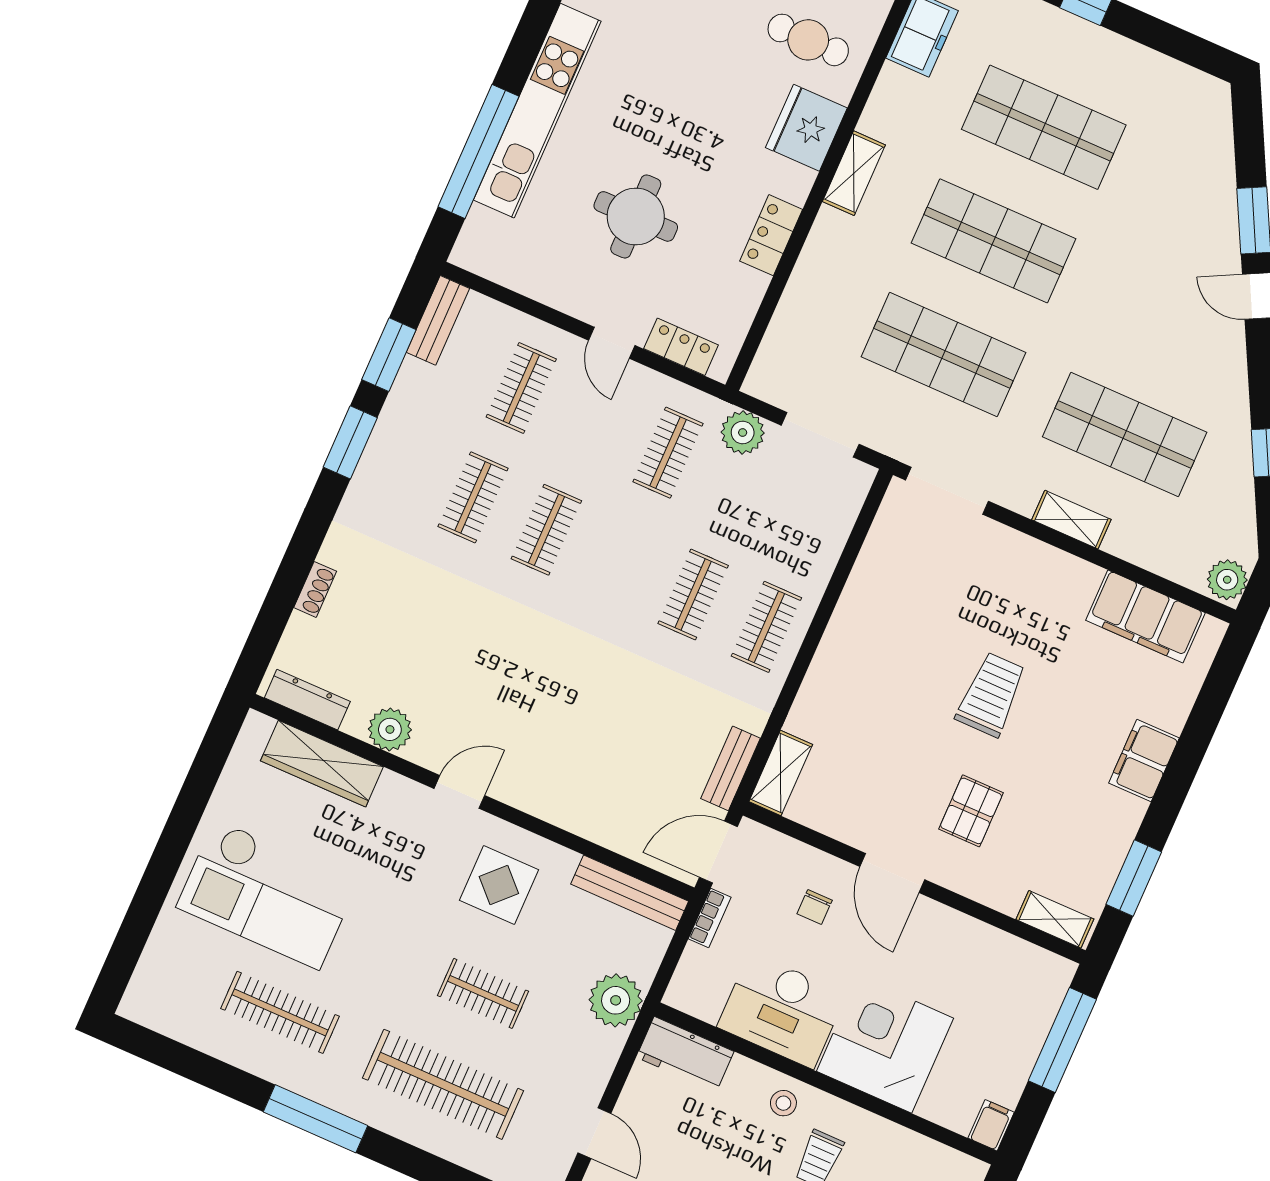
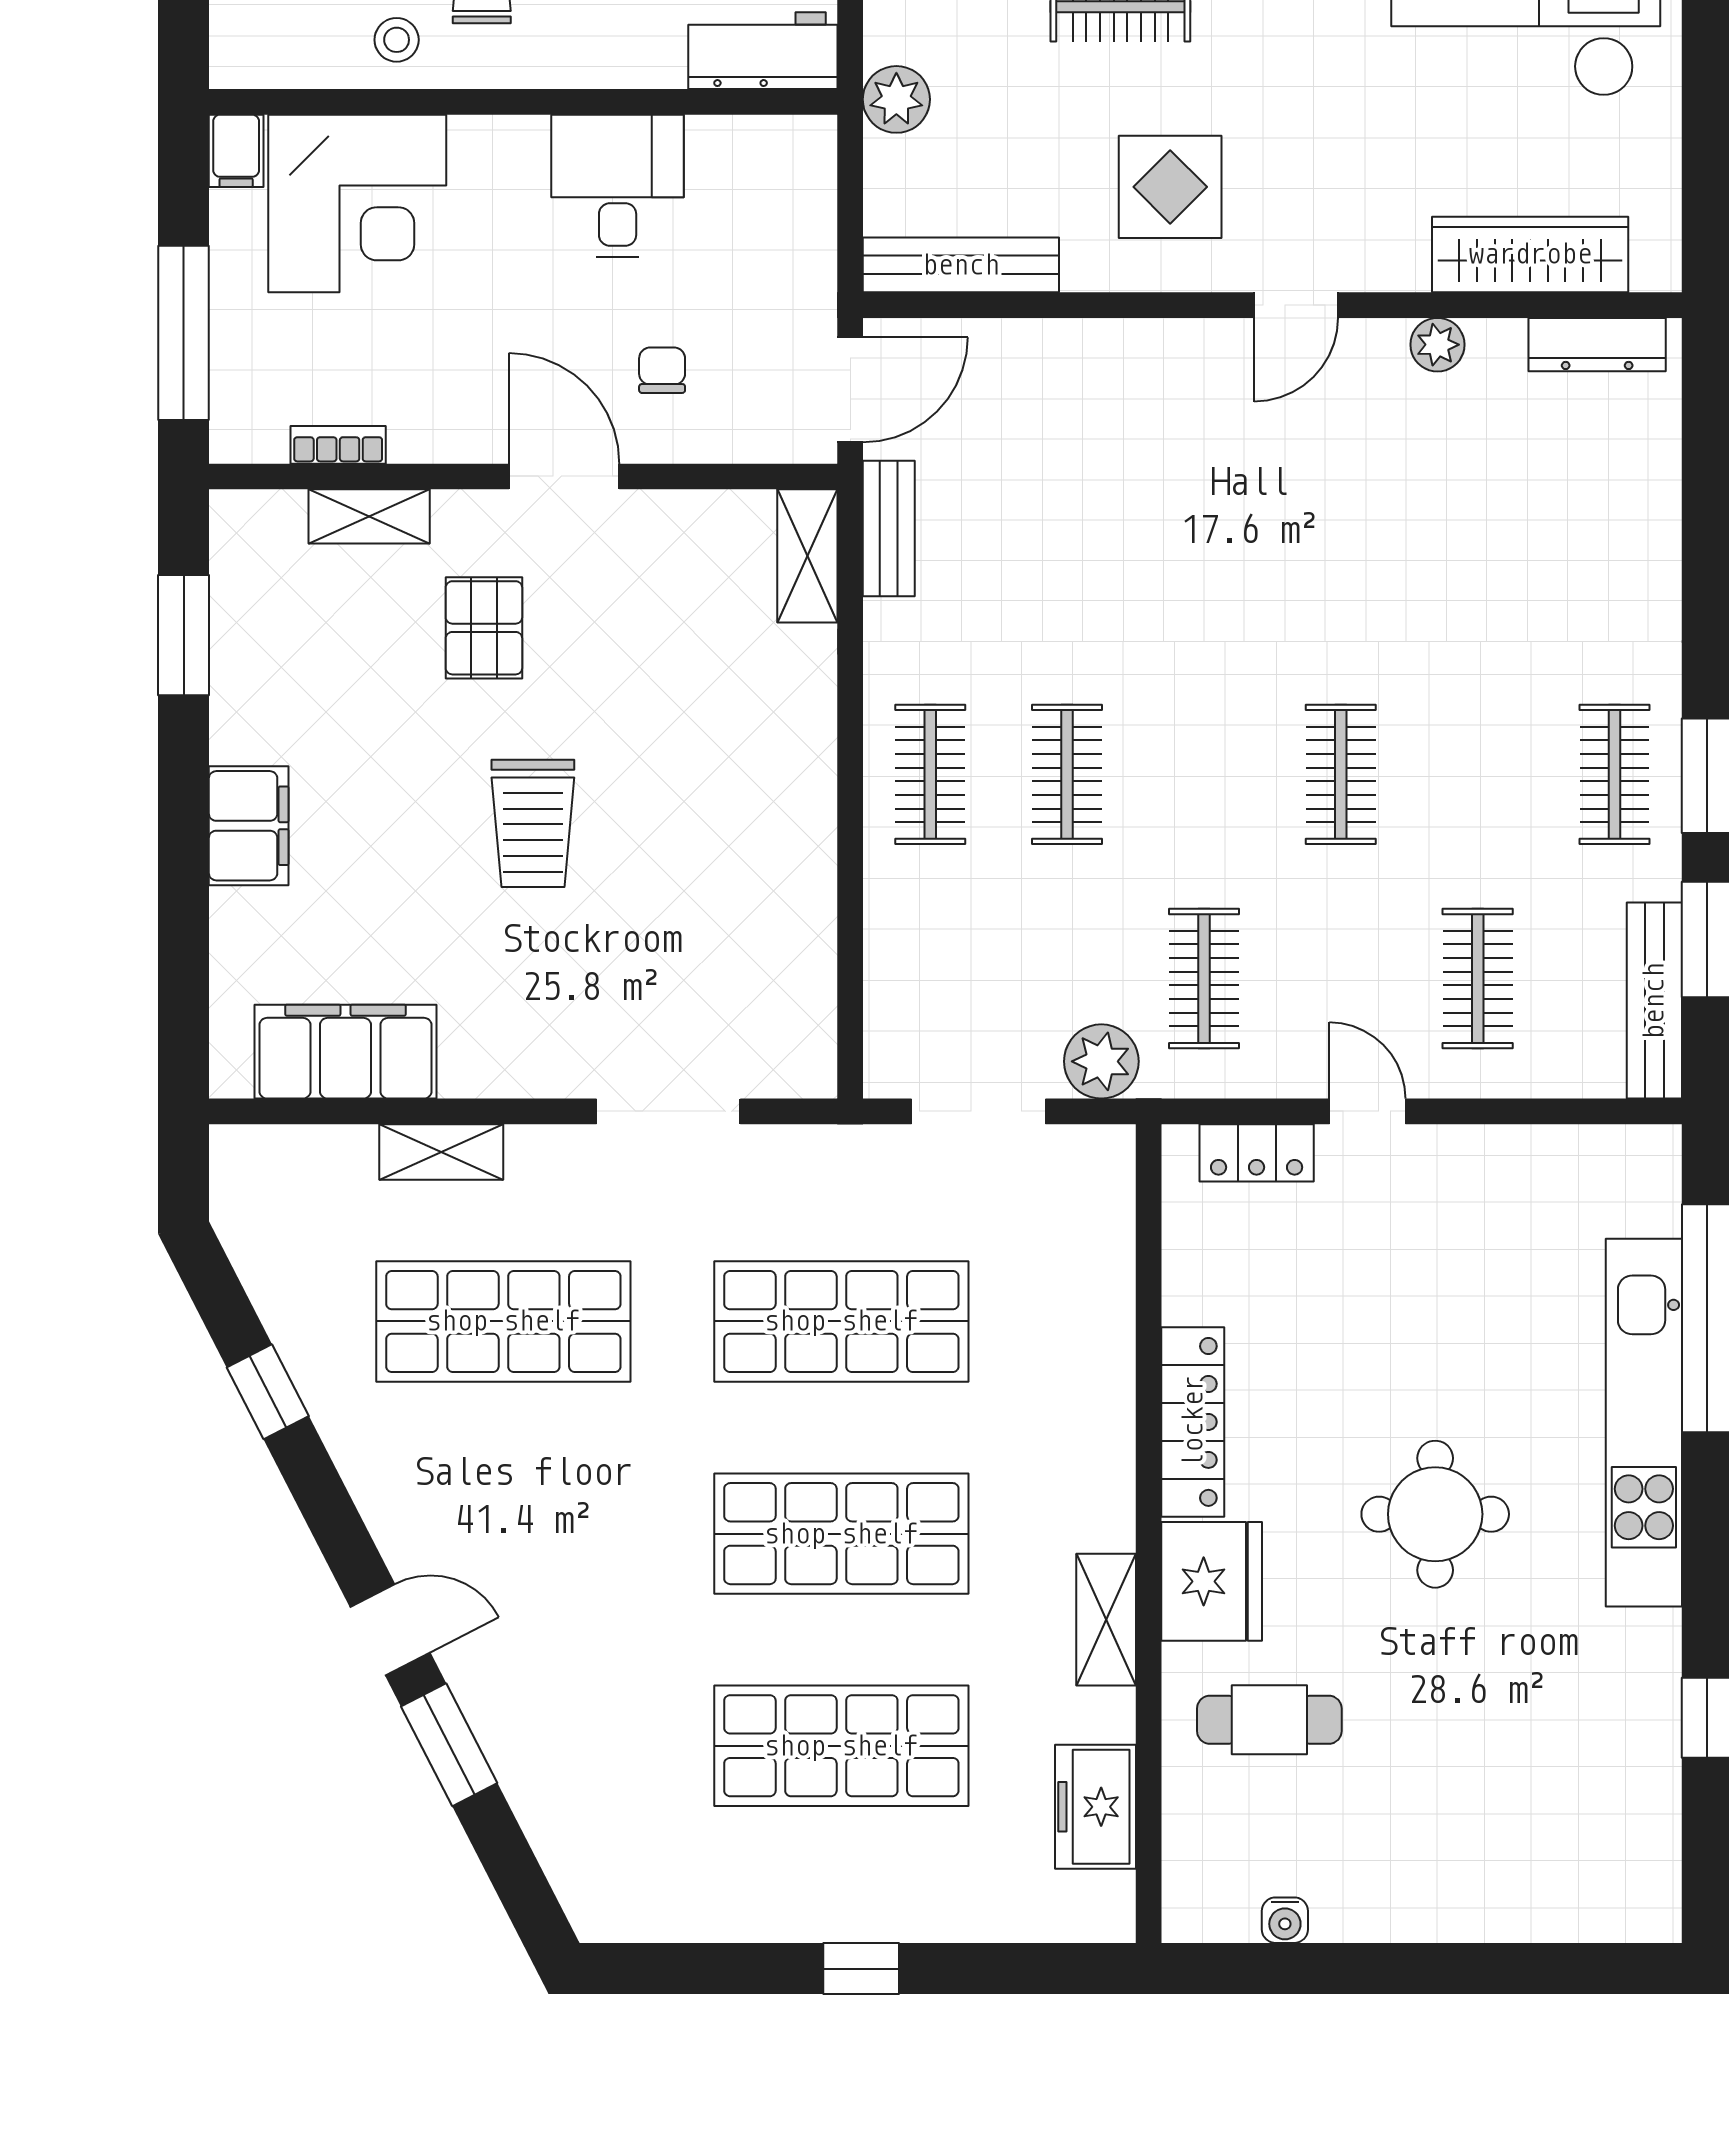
shelving: (854, 173) -> (1106, 1620), moved
round table: (636, 216) -> (1435, 1514), moved
locker: (771, 235) -> (1193, 1422), width x1.53
bench: (438, 320) -> (1654, 1001), width x1.36
doorway: (947, 491) -> (668, 1111), moved
clothes rail: (473, 497) -> (1615, 774), moved
shelving: (1071, 520) -> (441, 1152), moved
plant: (1227, 580) -> (243, 1165), removed
shoe rack: (315, 589) -> (1661, 522), removed
plant: (390, 729) -> (1437, 345), width x0.73, depth x0.73
bookcase: (710, 918) -> (338, 445), moved, turned 90
shelving: (1055, 919) -> (369, 516), moved
plant: (616, 1000) -> (896, 99), width x0.73, depth x0.73
desk: (782, 1010) -> (618, 186), width x0.73
corner desk: (885, 1045) -> (357, 204), moved
stool: (783, 1103) -> (397, 40), moved

